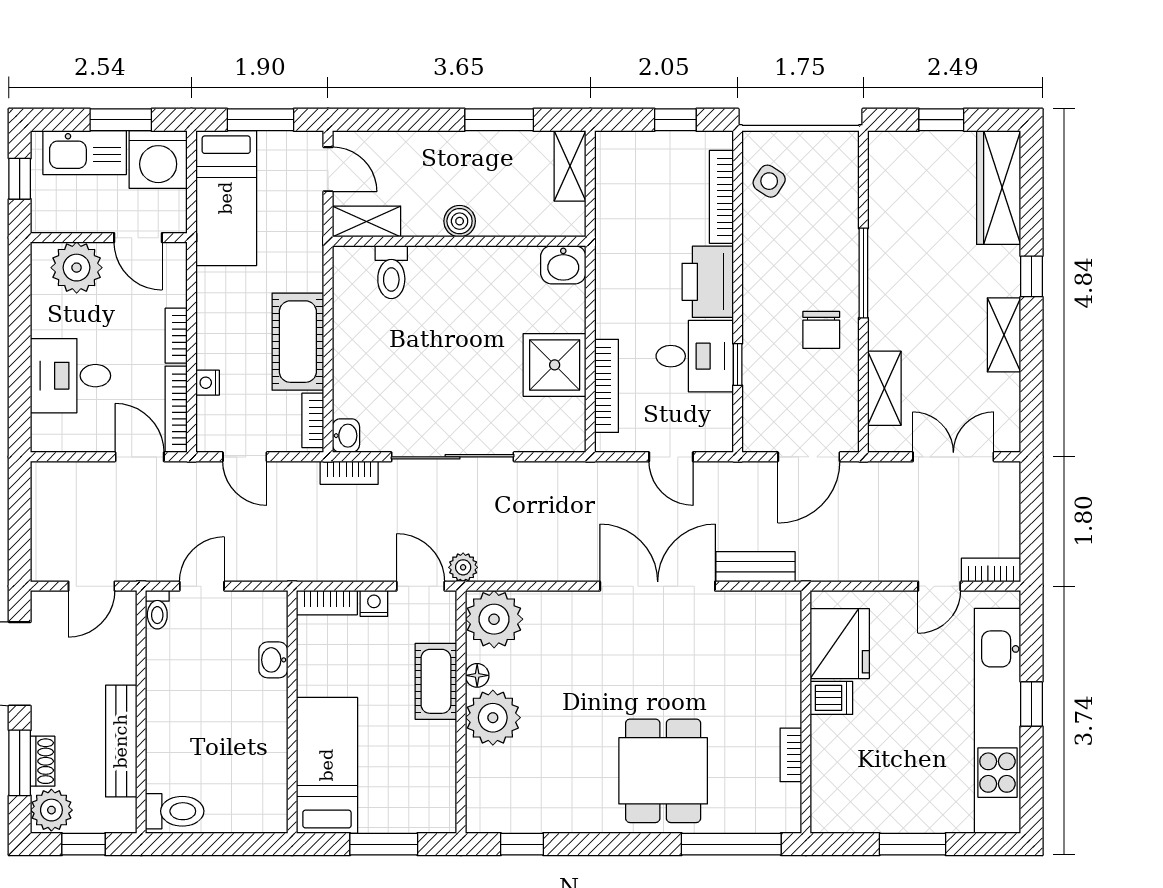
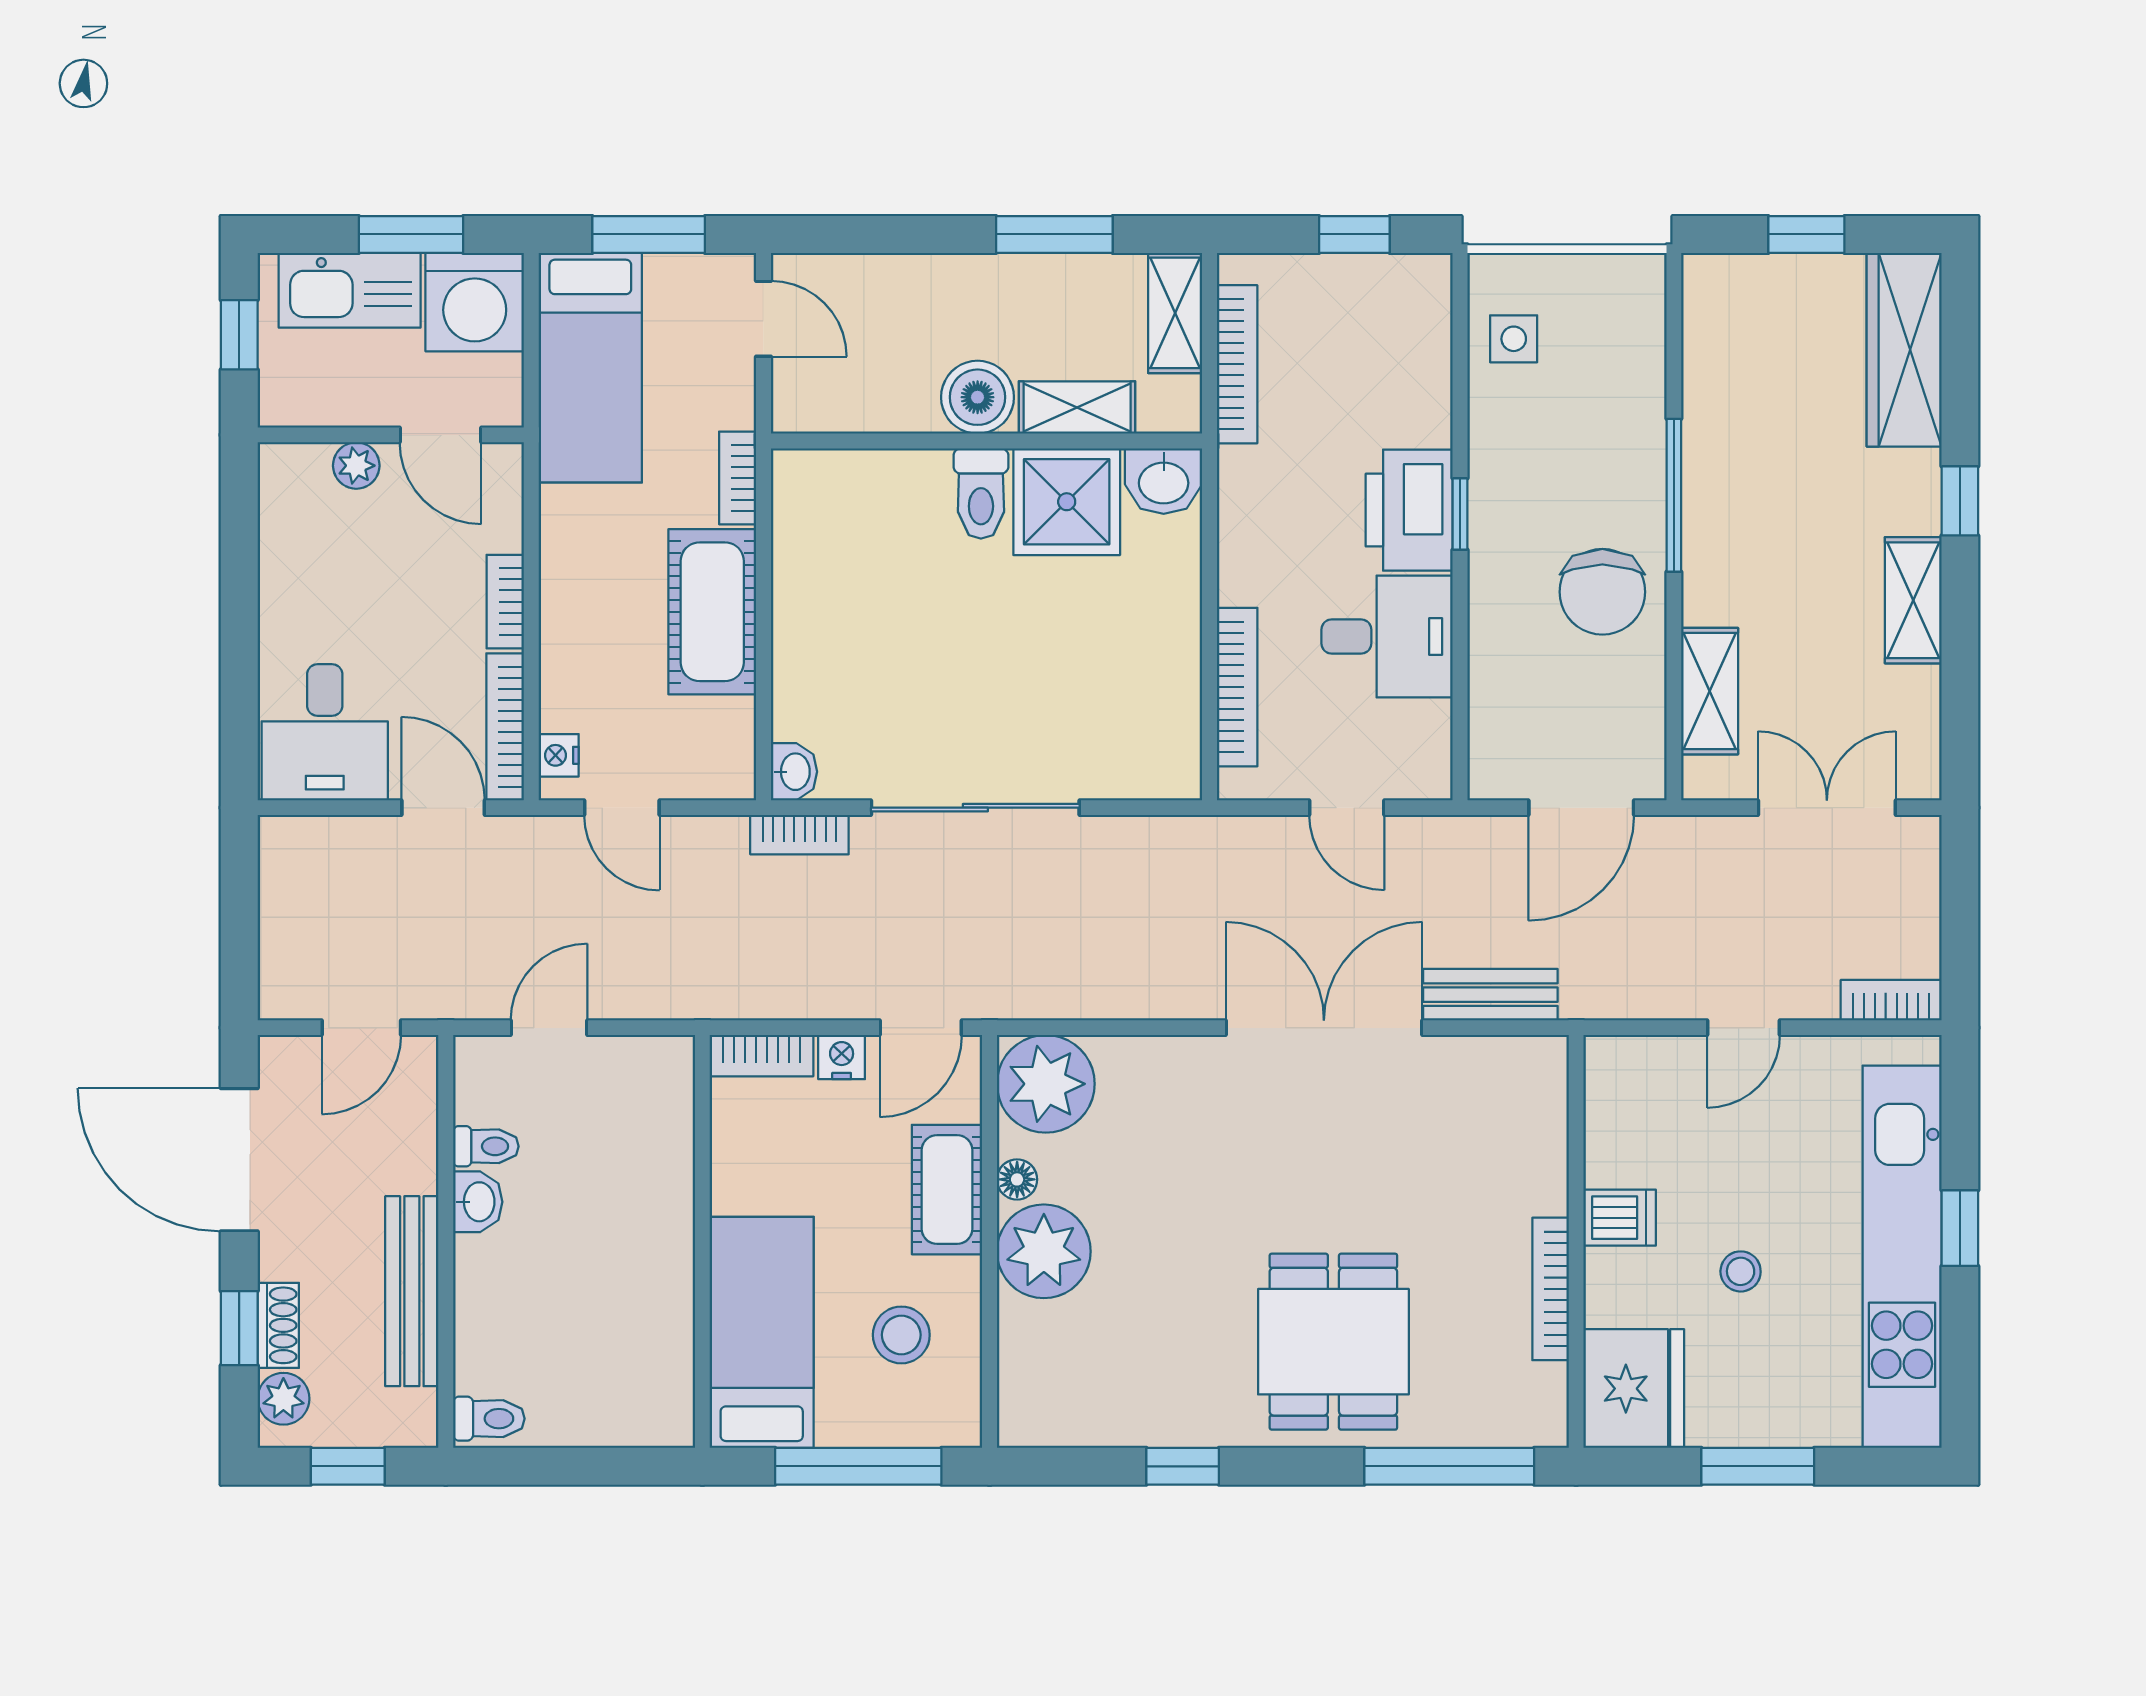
side table: (769, 181) -> (1514, 339), turned -32
bookcase: (721, 197) -> (1237, 364), moved, turned 180
shelving: (367, 221) -> (1077, 408), moved
boiler: (460, 221) -> (978, 397), width x1.36, depth x1.36
plant: (77, 268) -> (356, 466), width x0.53, depth x0.53
toilet: (391, 272) -> (981, 494), moved
chair: (821, 330) -> (1602, 592), width x1.37, depth x1.37
shower: (555, 365) -> (1067, 502), moved
window: (738, 365) -> (1460, 514), moved
desk: (71, 376) -> (325, 732), moved, turned -90
nightstand: (208, 383) -> (559, 755), moved
bookcase: (313, 420) -> (738, 478), moved
plant: (463, 567) -> (993, 996), removed
door: (420, 586) -> (921, 1028), swing flipped
door: (939, 586) -> (1743, 1028), moved
toilet: (157, 610) -> (486, 1146), moved, turned -90
fridge: (840, 644) -> (1634, 1389), moved
washbasin: (273, 660) -> (478, 1202), moved, turned 180
stool: (903, 729) -> (1741, 1271), added
bookcase: (791, 755) -> (1551, 1289), width x1.56
window: (20, 763) -> (239, 1328), width x0.67
stool: (409, 767) -> (901, 1335), added
plant: (51, 810) -> (283, 1399), width x0.73, depth x0.73
toilet: (175, 811) -> (489, 1419), width x0.73, depth x0.72
window: (384, 844) -> (858, 1466), width x1.44
window: (522, 844) -> (1183, 1466), moved

